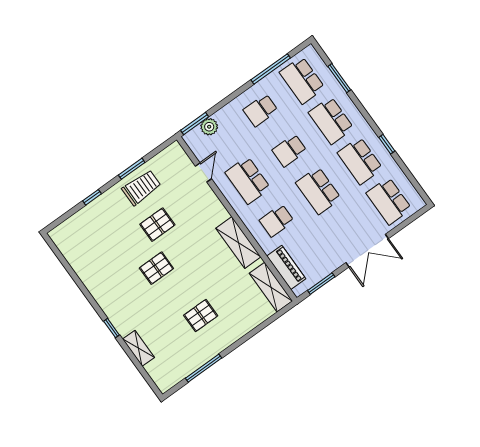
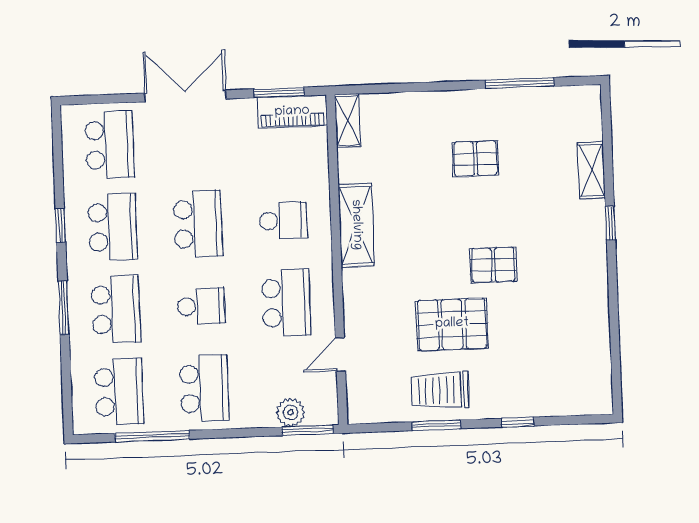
window: (339, 78) -> (64, 308), moved
school desk: (261, 110) -> (204, 388), width x1.85
pallet: (157, 225) -> (452, 324), width x1.50, depth x1.42
piano: (286, 267) -> (292, 112), moved, turned -90
shelving: (271, 287) -> (348, 121), width x0.67, depth x0.75

